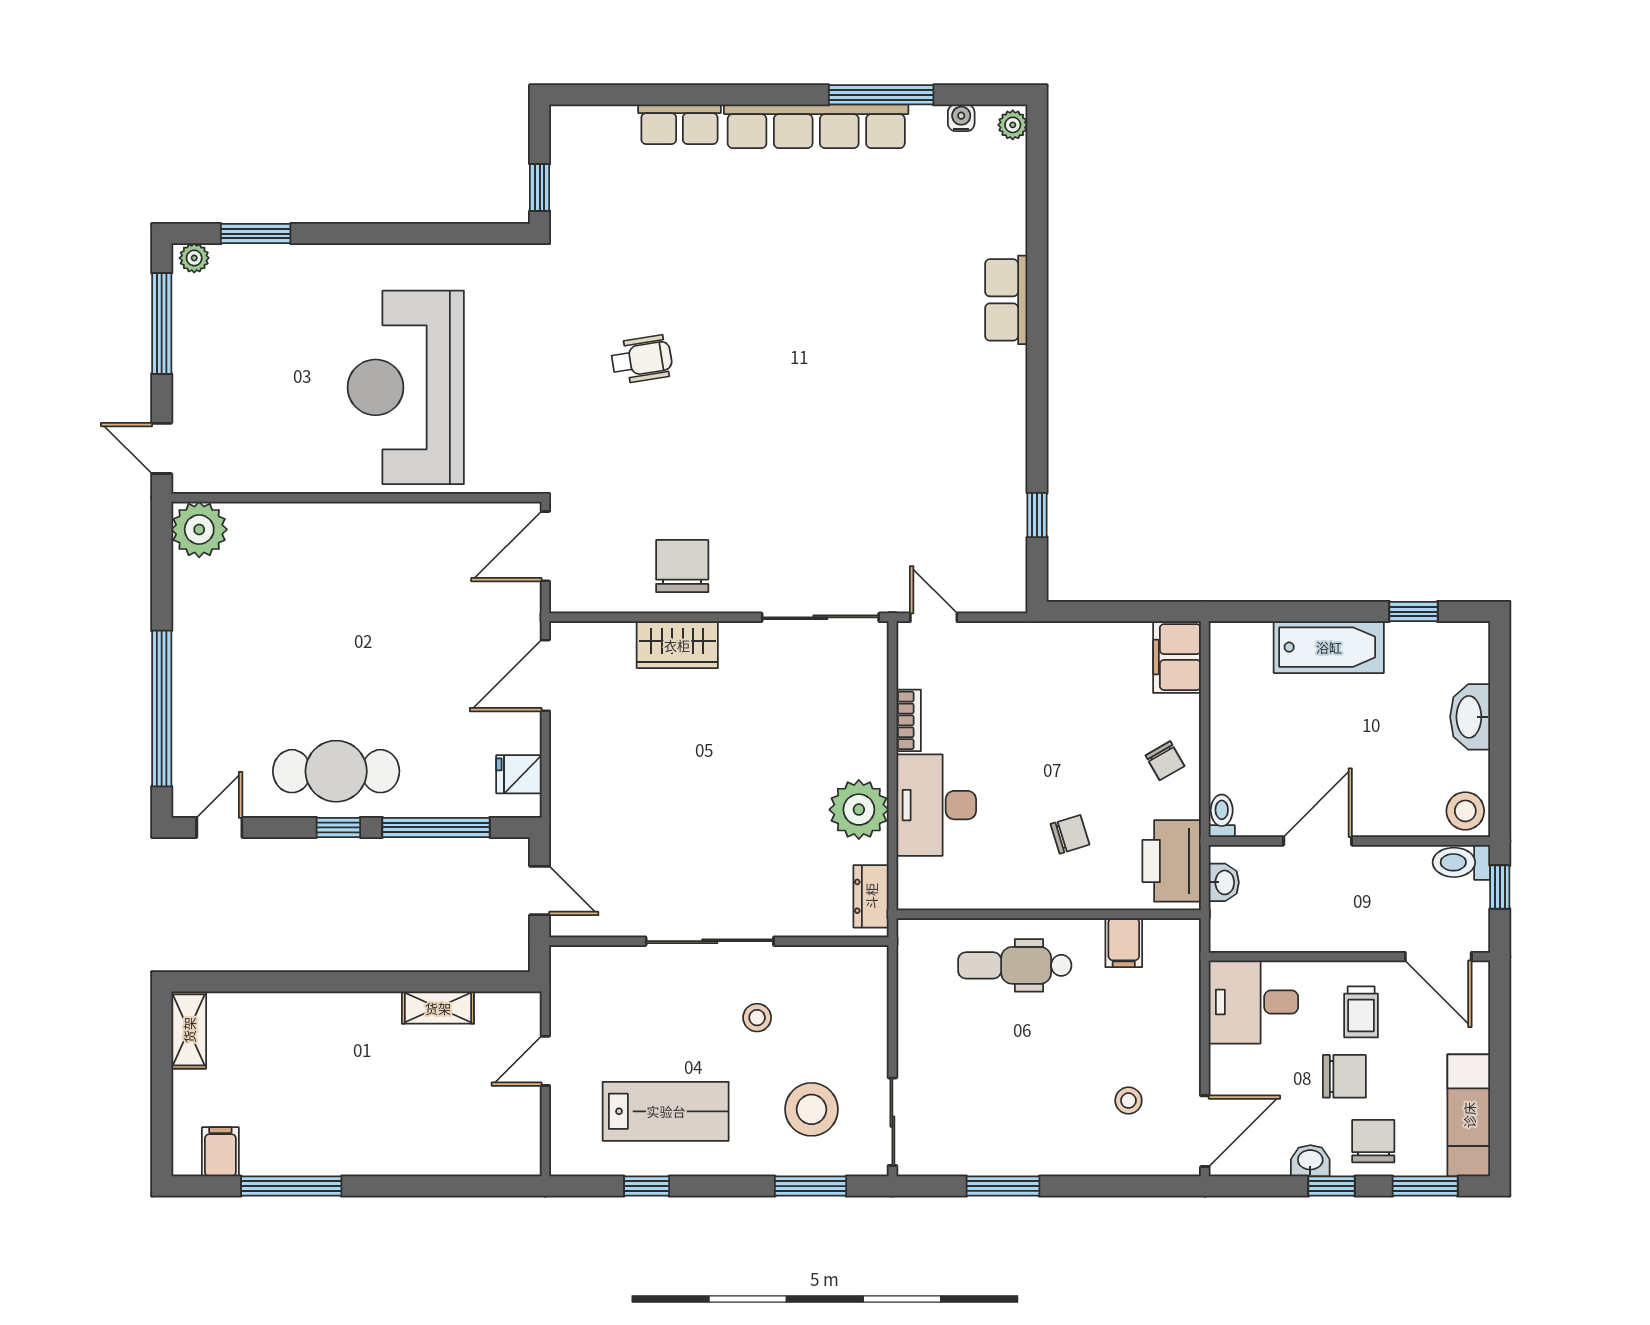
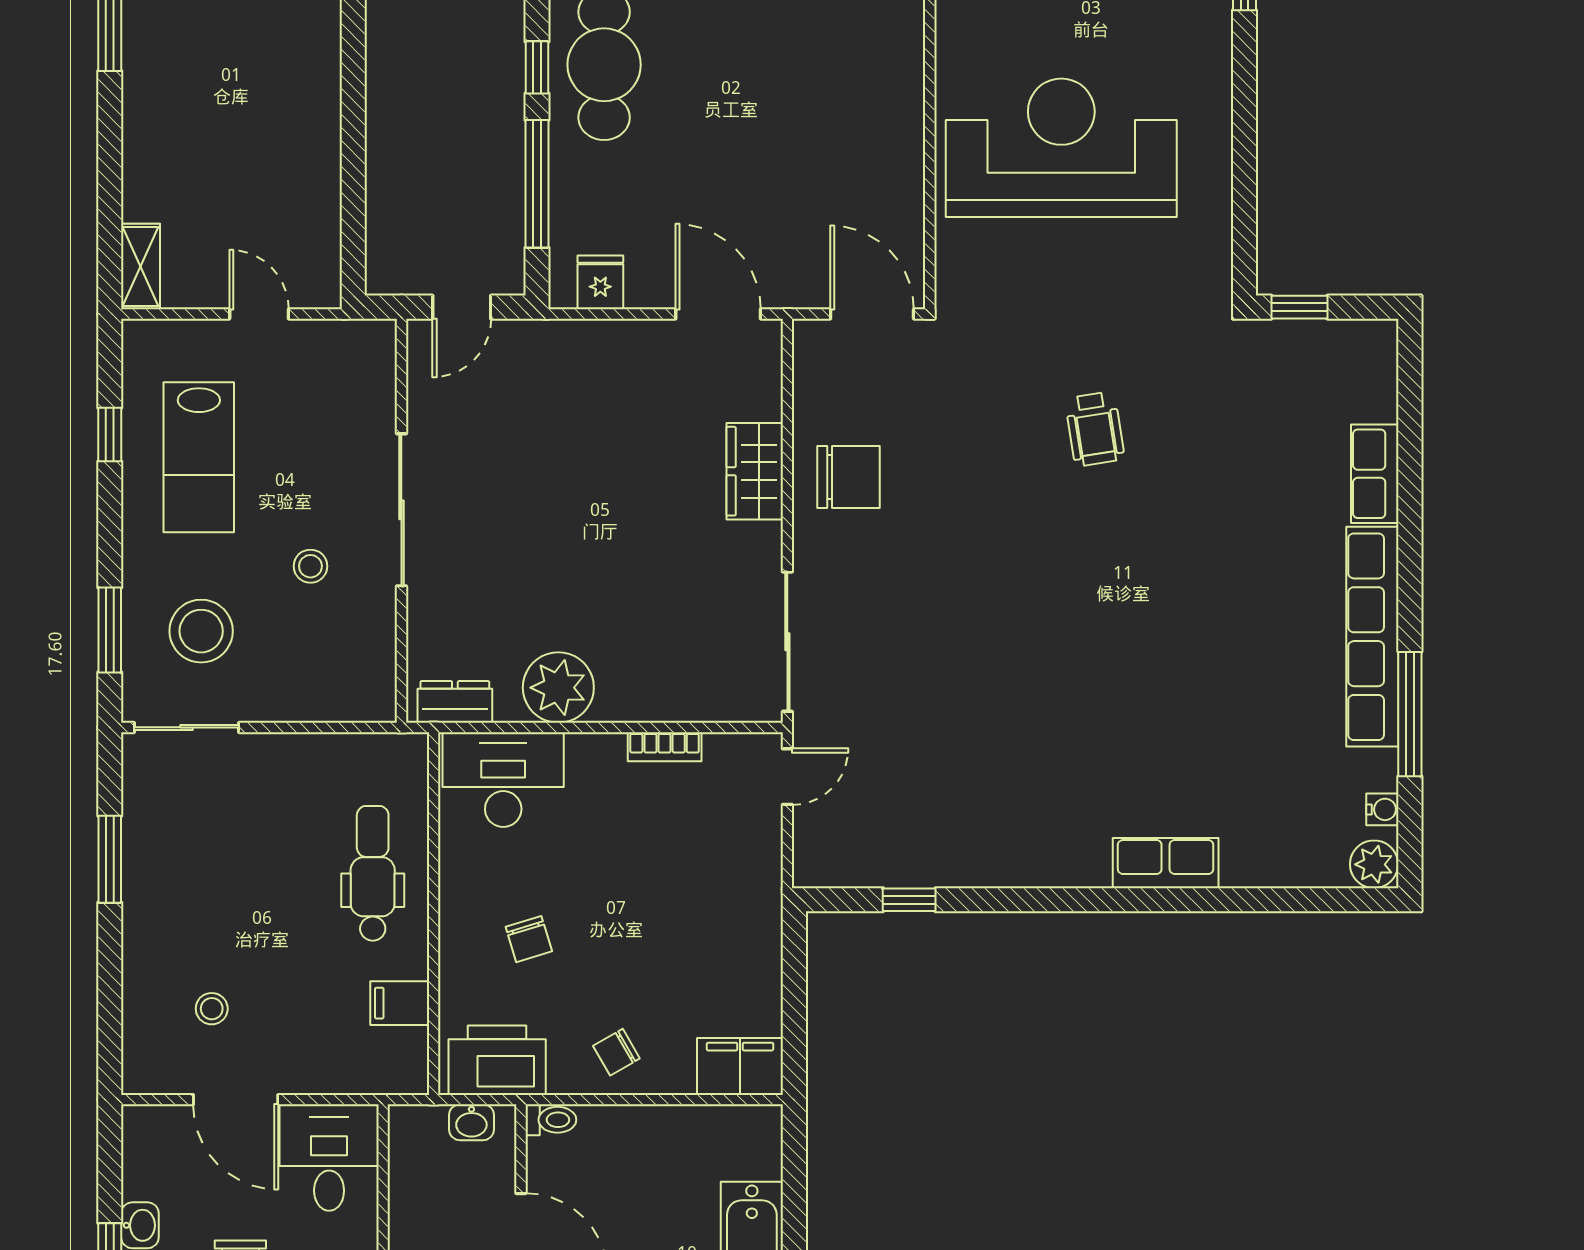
plant: (1013, 125) -> (1374, 864), width x1.38, depth x1.38
desk: (936, 805) -> (503, 780), moved
shelving: (438, 1008) -> (141, 267), moved
door: (1205, 1131) -> (236, 1100), moved

